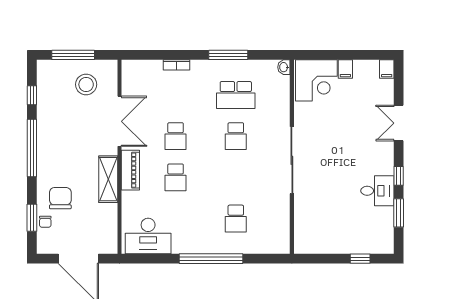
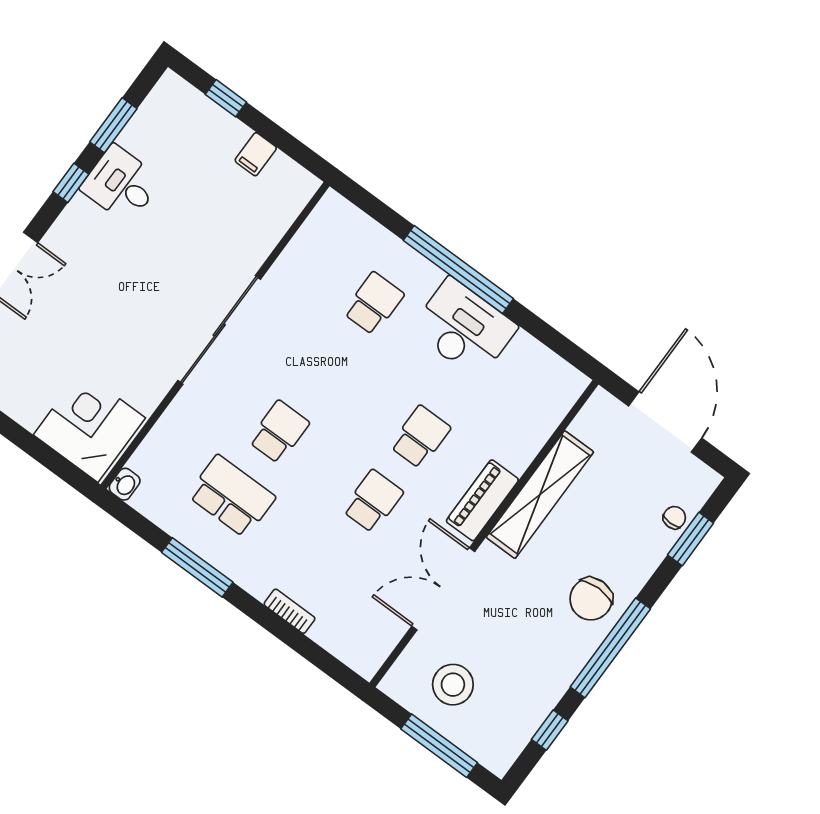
filing cabinet: (345, 69) -> (256, 154), moved, turned 180
shelving: (108, 179) -> (540, 495), width x1.47
chair: (60, 198) -> (591, 599), moved
desk: (148, 236) -> (464, 328), moved

